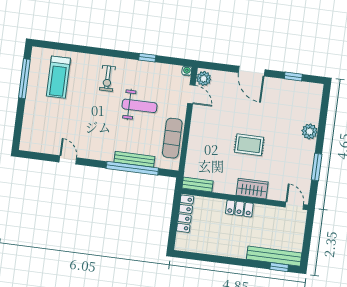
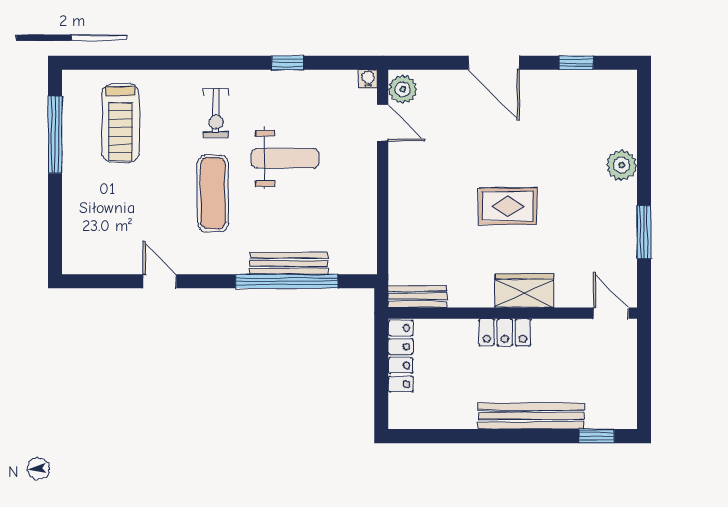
exercise mat: (172, 138) -> (213, 193), moved
bench: (274, 256) -> (531, 416), moved

